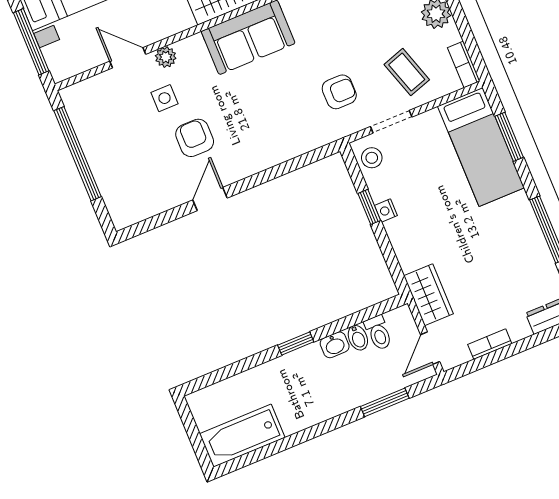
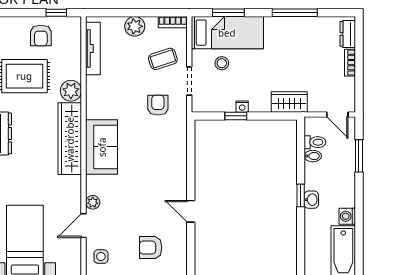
side table: (164, 98) -> (101, 257), moved
armchair: (195, 138) -> (151, 248), moved
stool: (372, 158) -> (222, 63), moved
wardrobe: (429, 295) -> (289, 102), moved
bookcase: (490, 344) -> (350, 63), moved
washbasin: (335, 345) -> (311, 200), moved
washing machine: (294, 421) -> (347, 216), added

